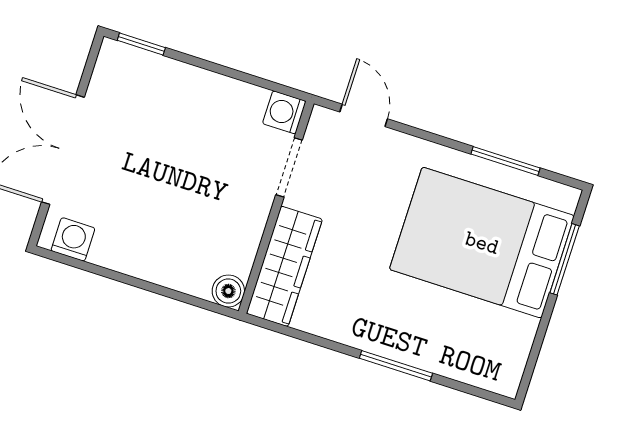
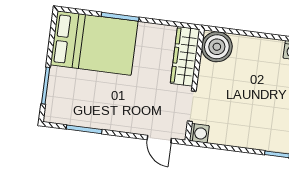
bed: (482, 243) -> (94, 43), moved
boiler: (228, 291) -> (217, 47), width x1.86, depth x1.86

